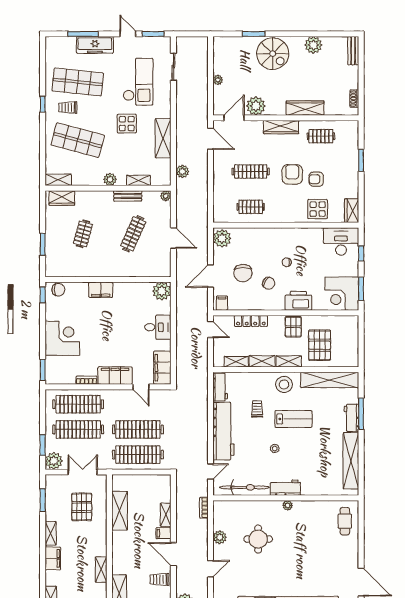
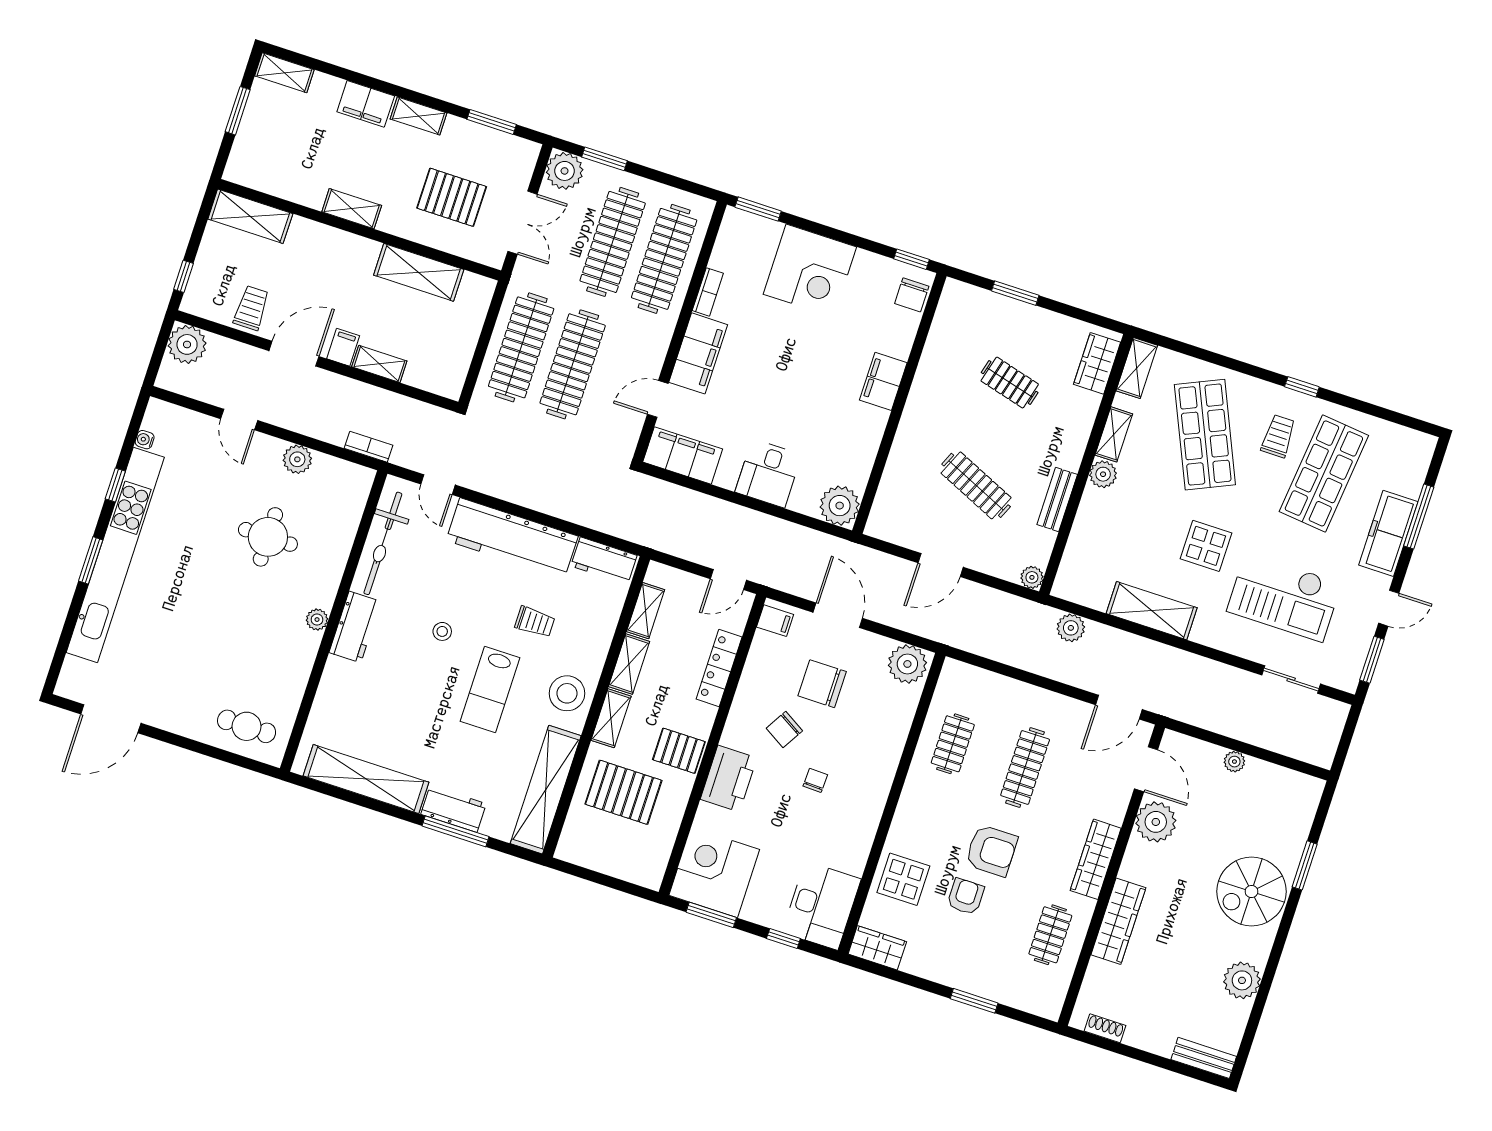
shop shelf: (78, 140) -> (1205, 435), turned -39
shelving: (138, 180) -> (1114, 434), moved
shelving: (101, 569) -> (352, 209), moved

